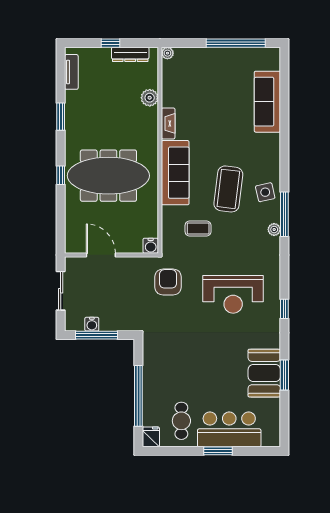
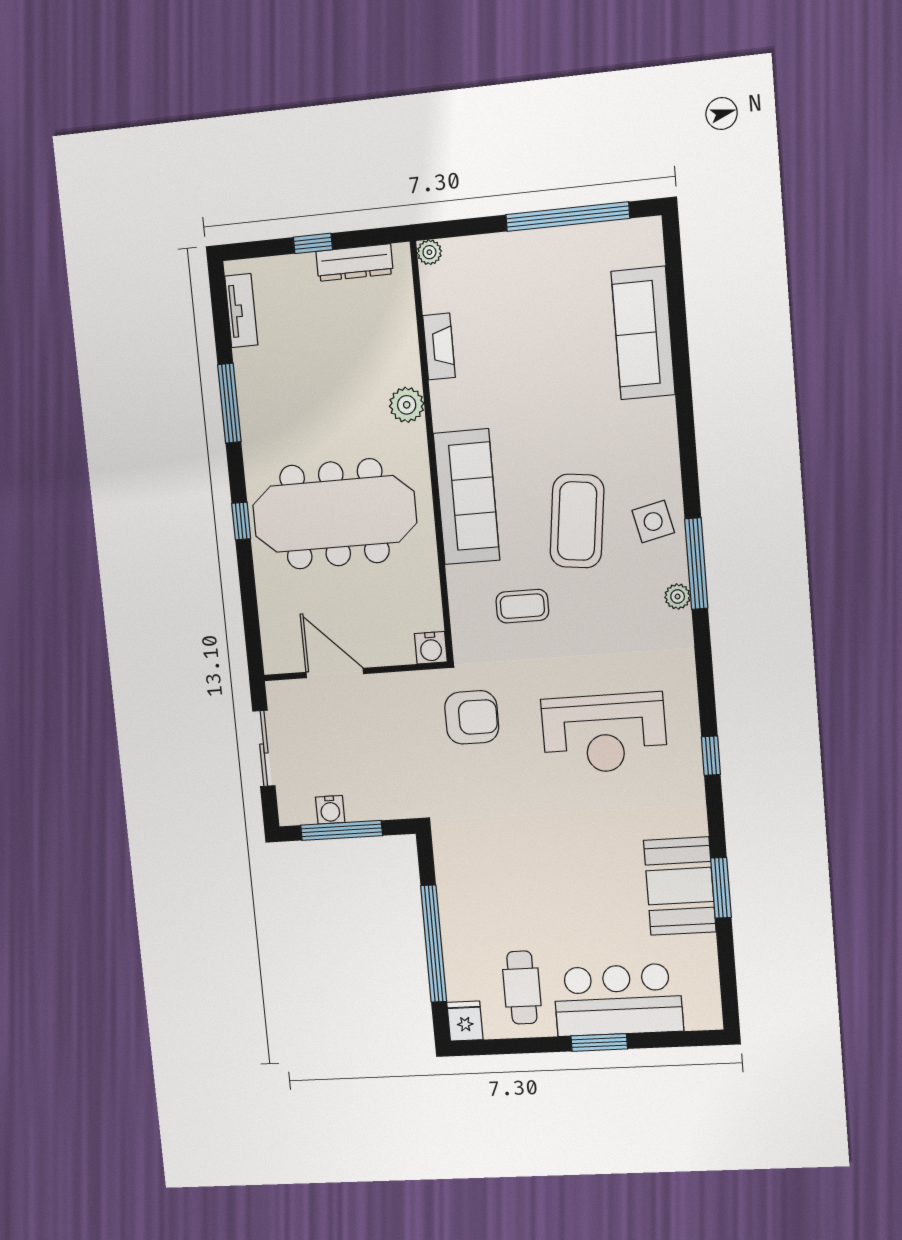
plant: (150, 98) -> (407, 405), moved
window: (61, 117) -> (229, 403), width x1.44
fireplace: (168, 123) -> (439, 347), moved
armchair: (168, 282) -> (472, 717), turned 90

